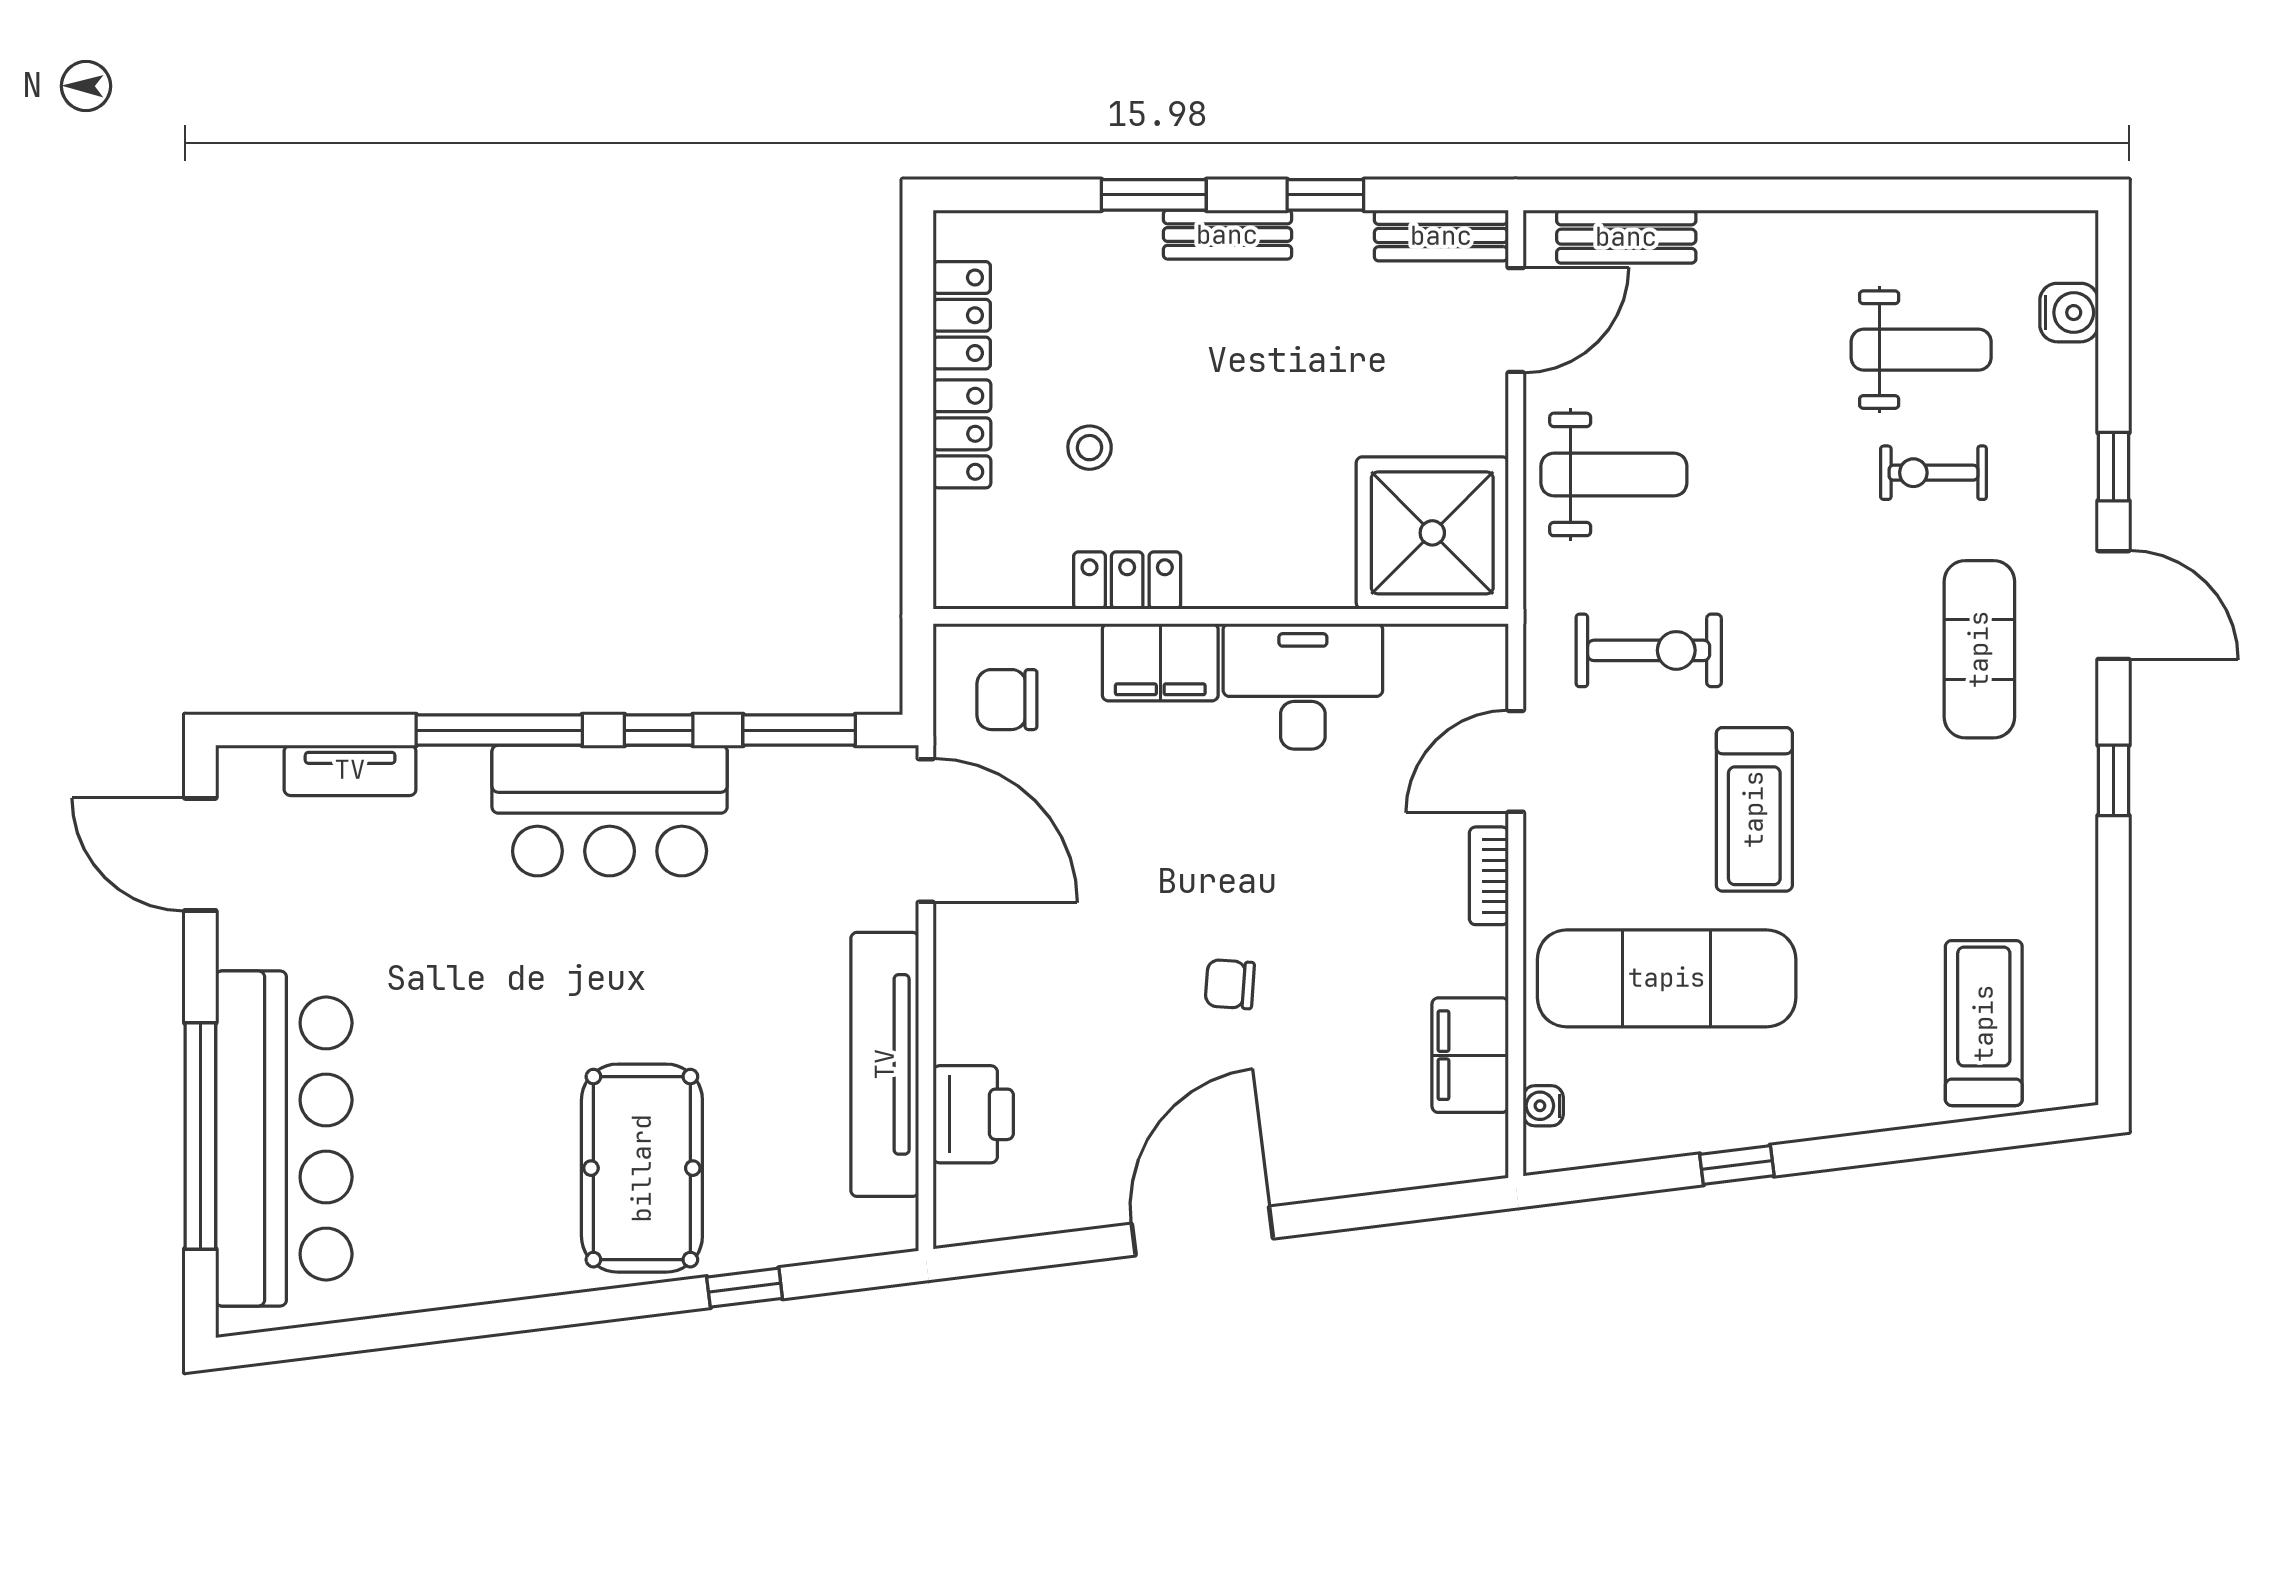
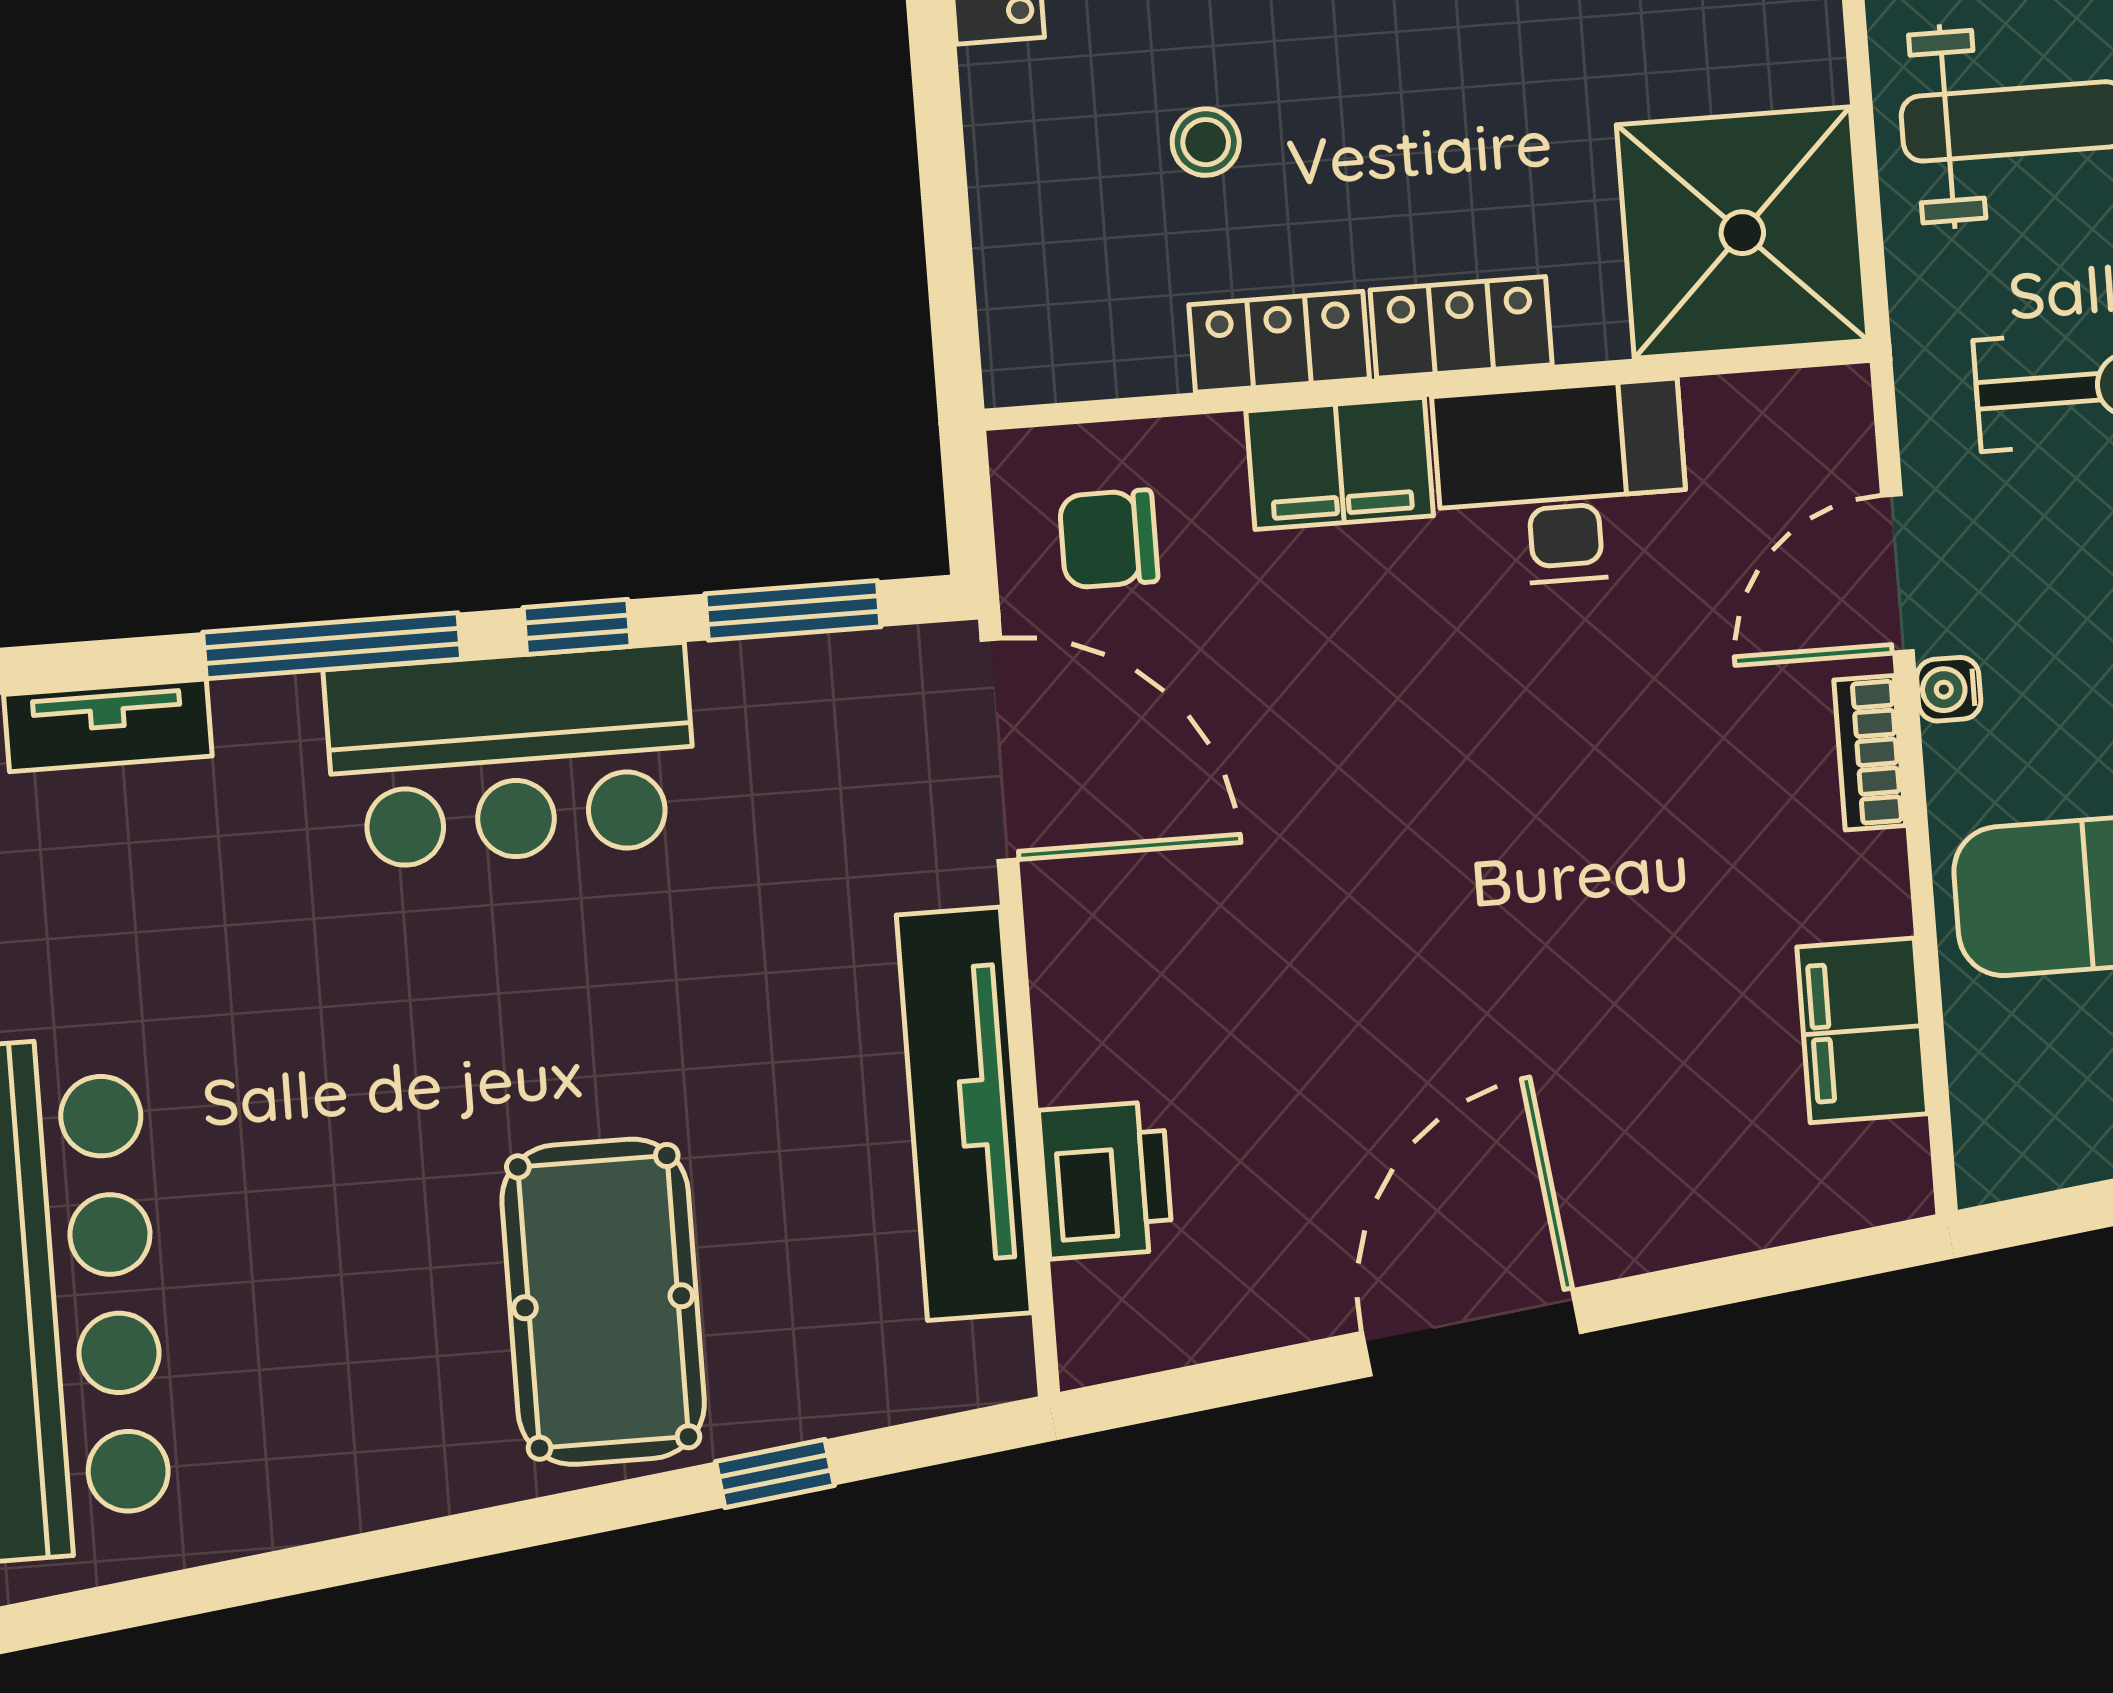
locker: (962, 434) -> (1461, 327), moved, turned -90
chair: (1230, 984) -> (1484, 950), removed
water cooler: (1543, 1106) -> (1949, 689), moved

